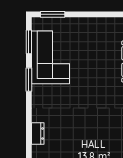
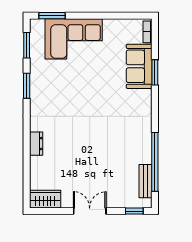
corner sofa: (51, 57) -> (74, 39), moved, turned 90

